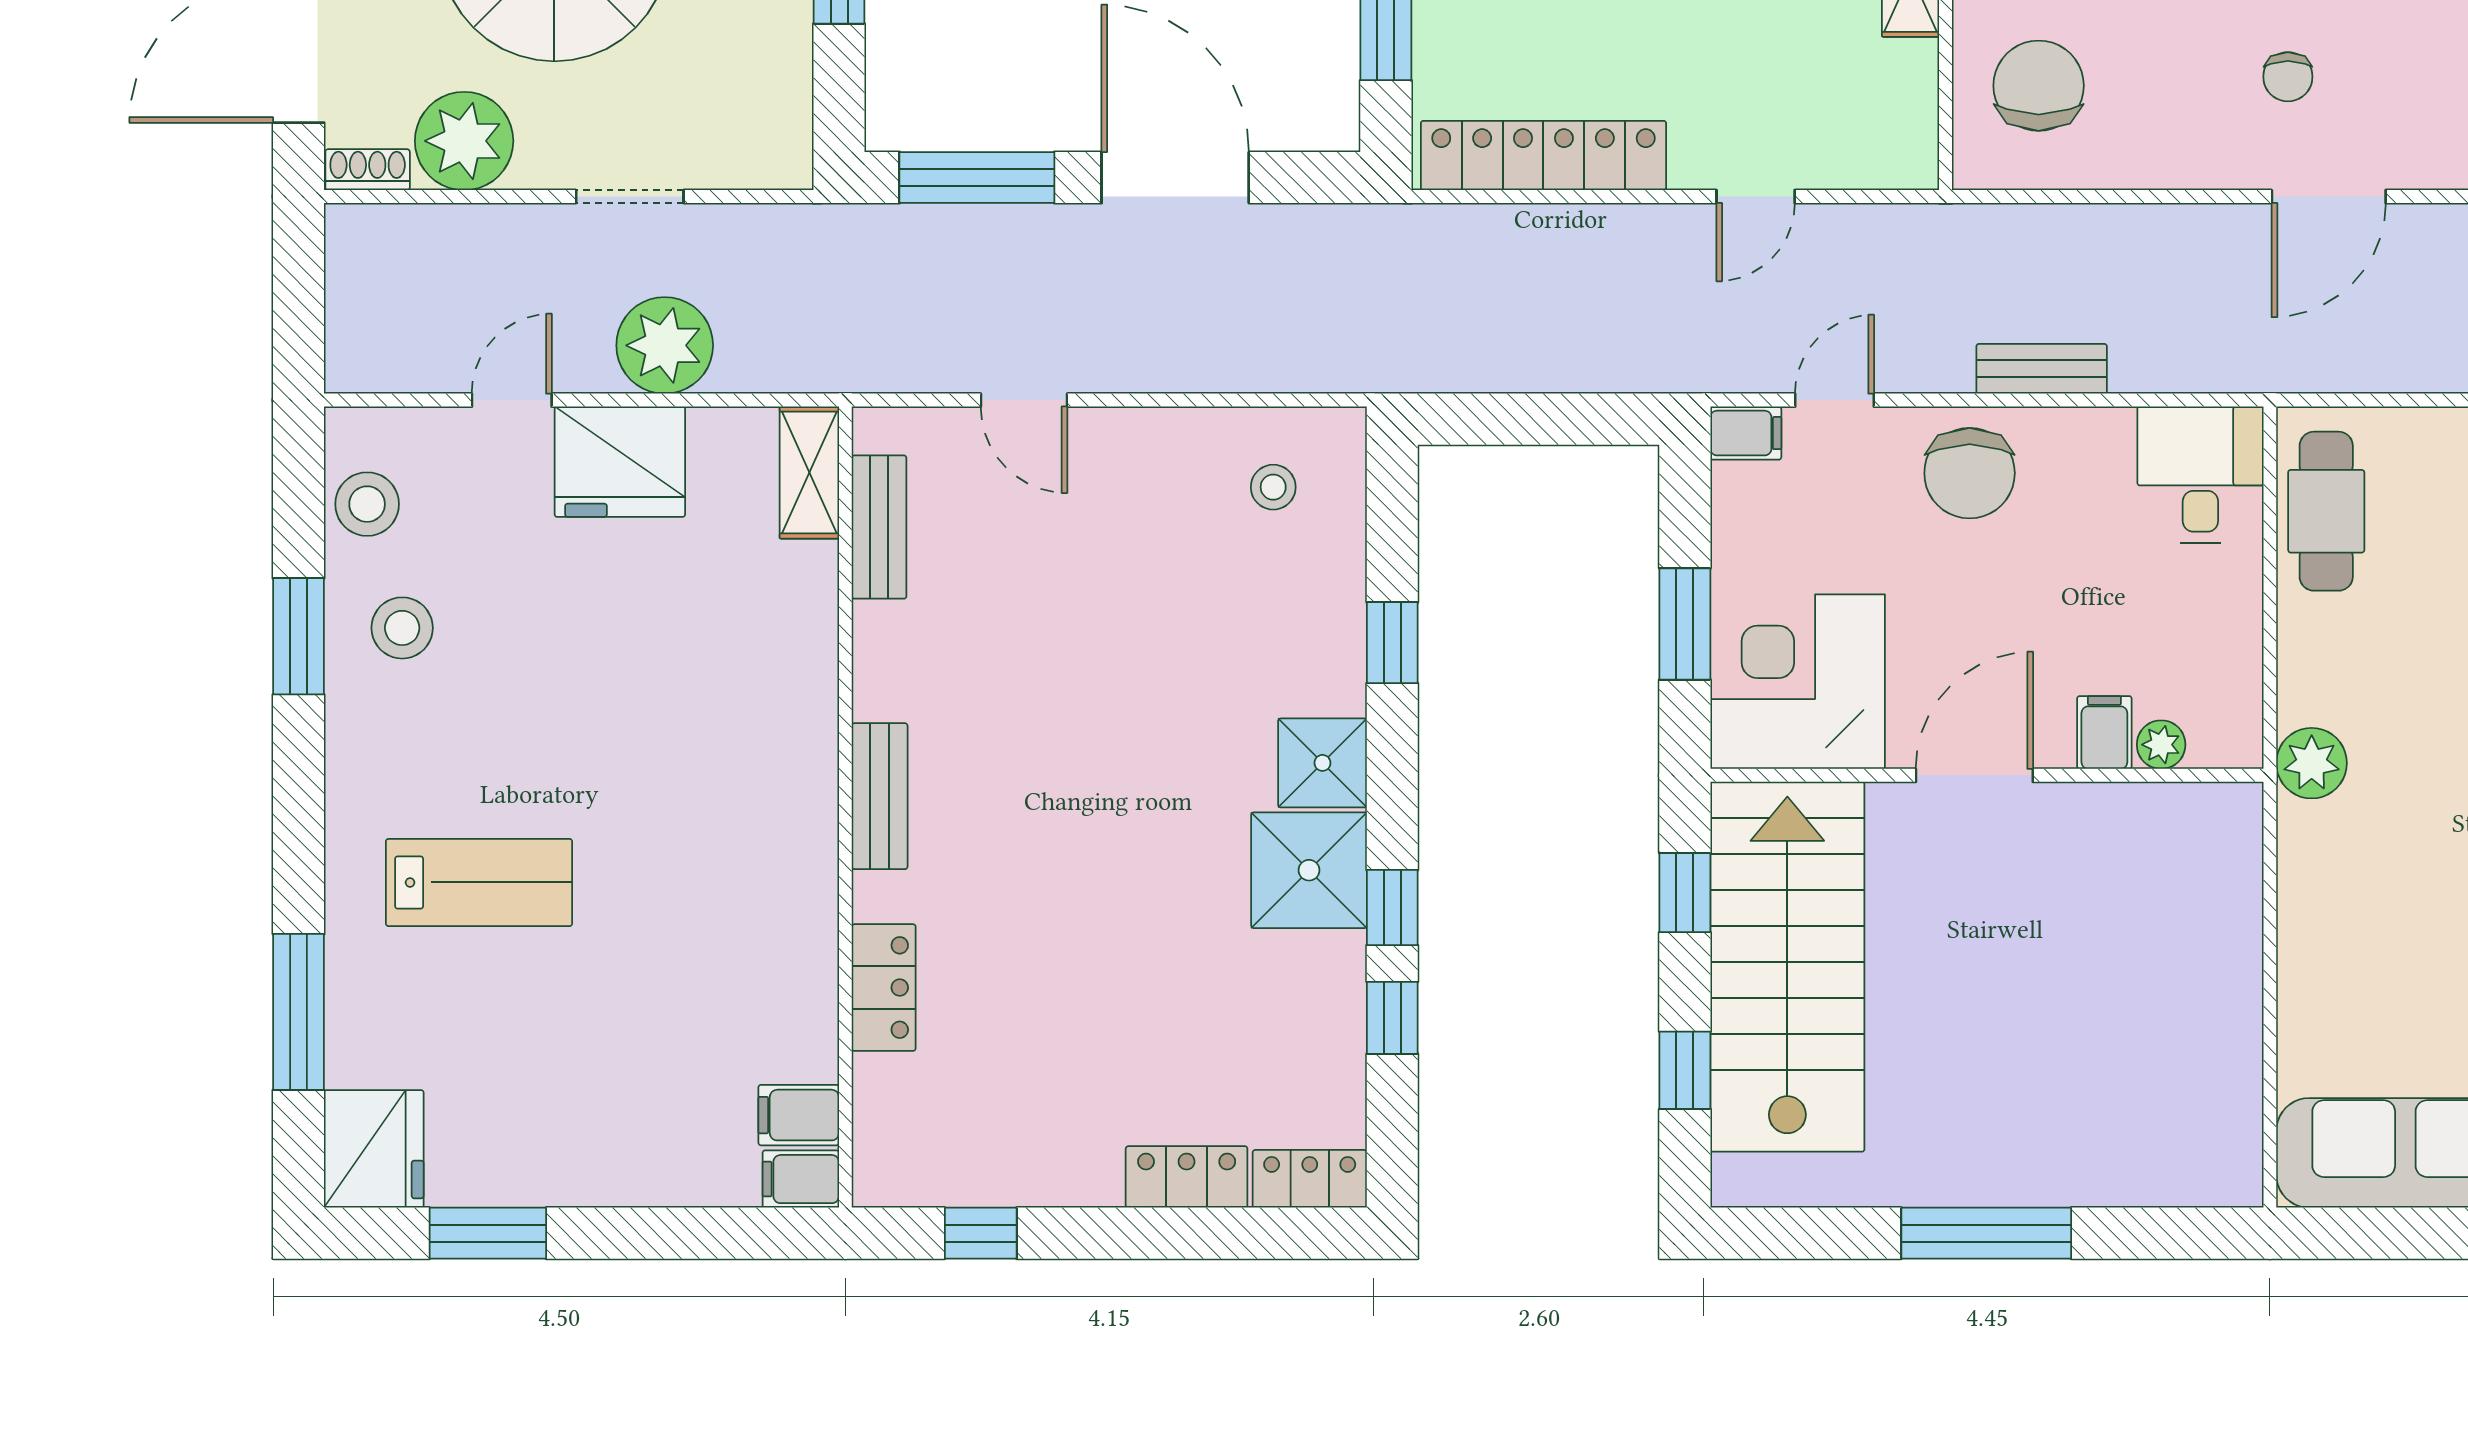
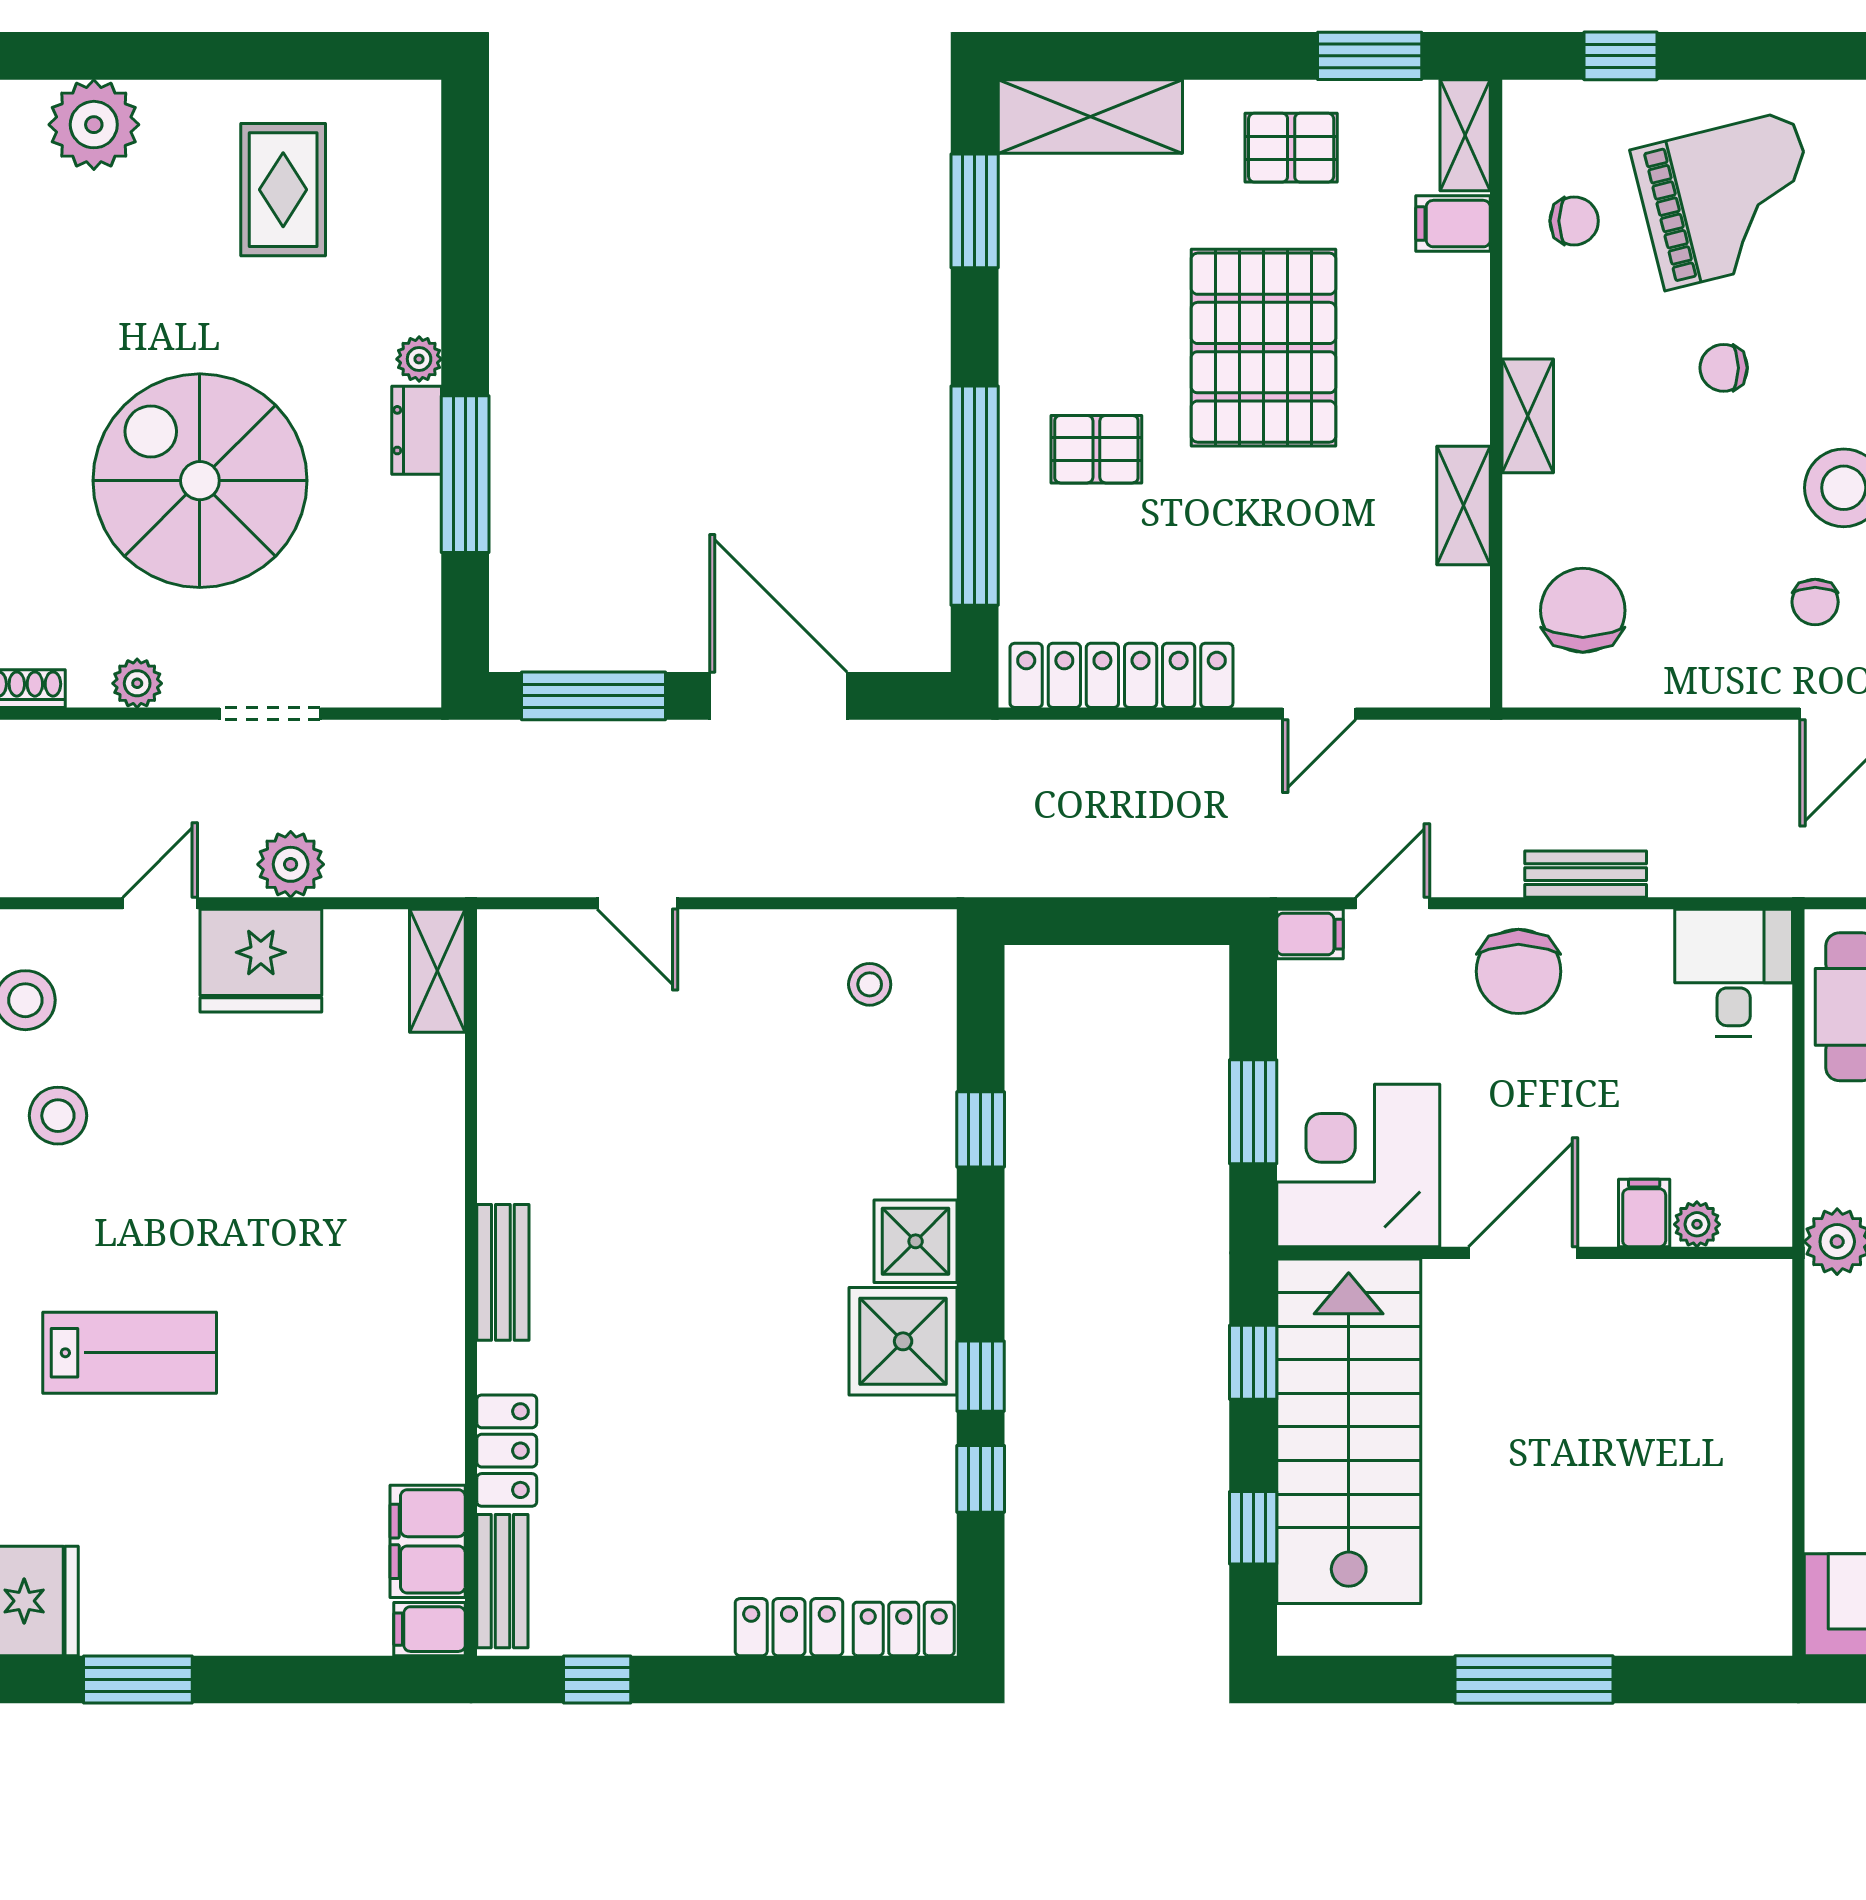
plant: (464, 141) -> (137, 683), width x0.53, depth x0.53
plant: (665, 345) -> (291, 864), width x0.73, depth x0.73
bench: (879, 527) -> (502, 1581), moved
filing cabinet: (799, 1115) -> (428, 1541), width x2.00

